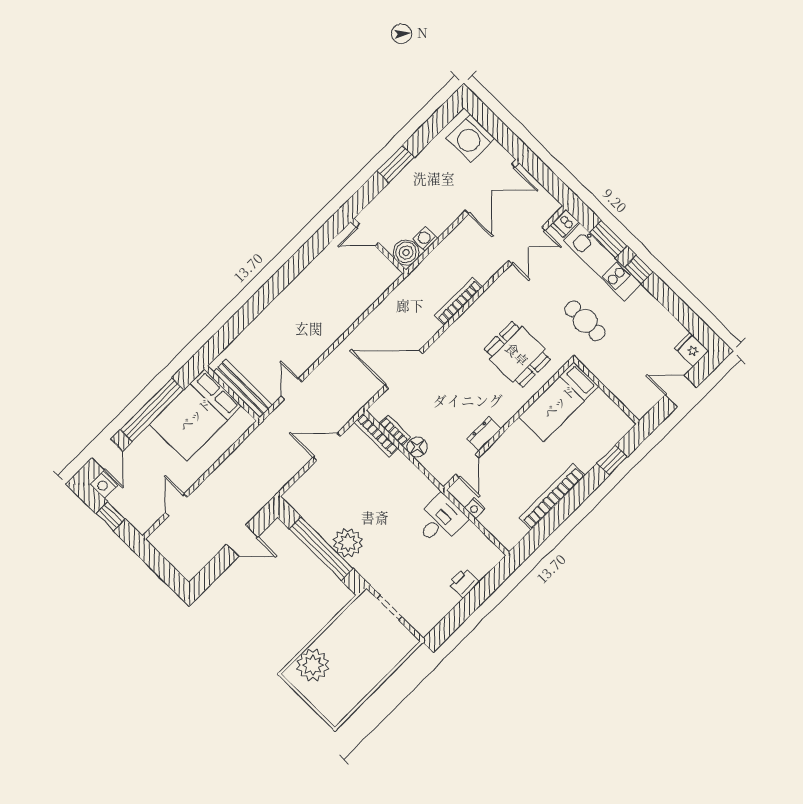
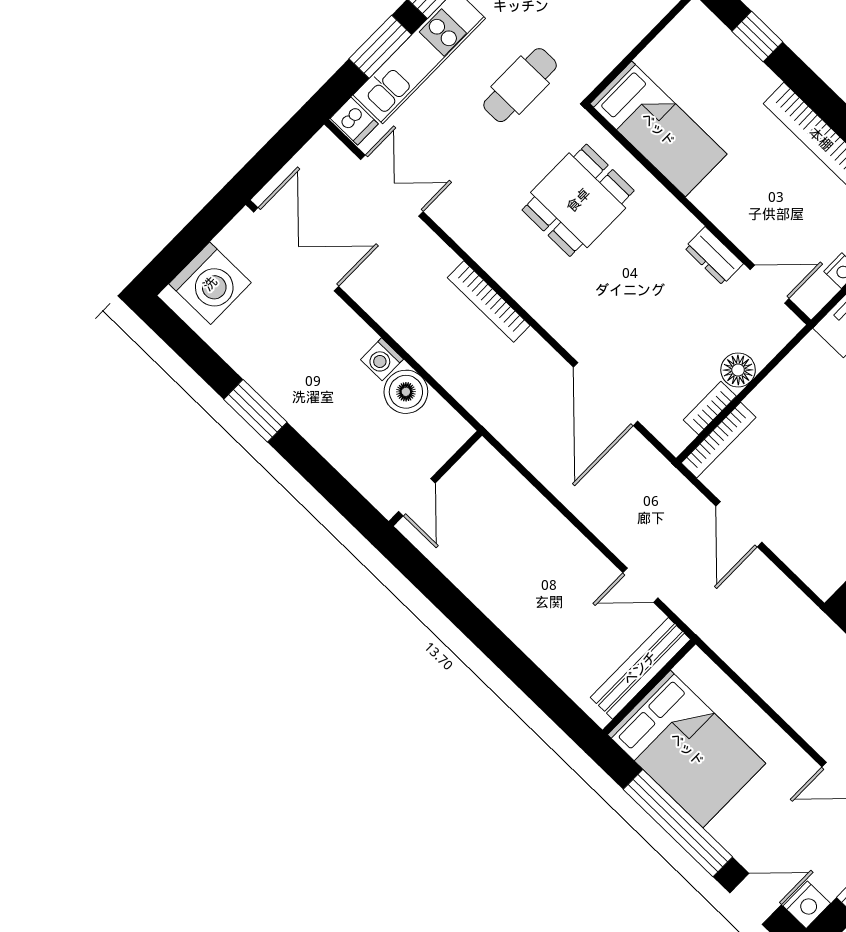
door: (367, 235) -> (417, 497), moved
wall: (378, 246) -> (435, 478), moved

